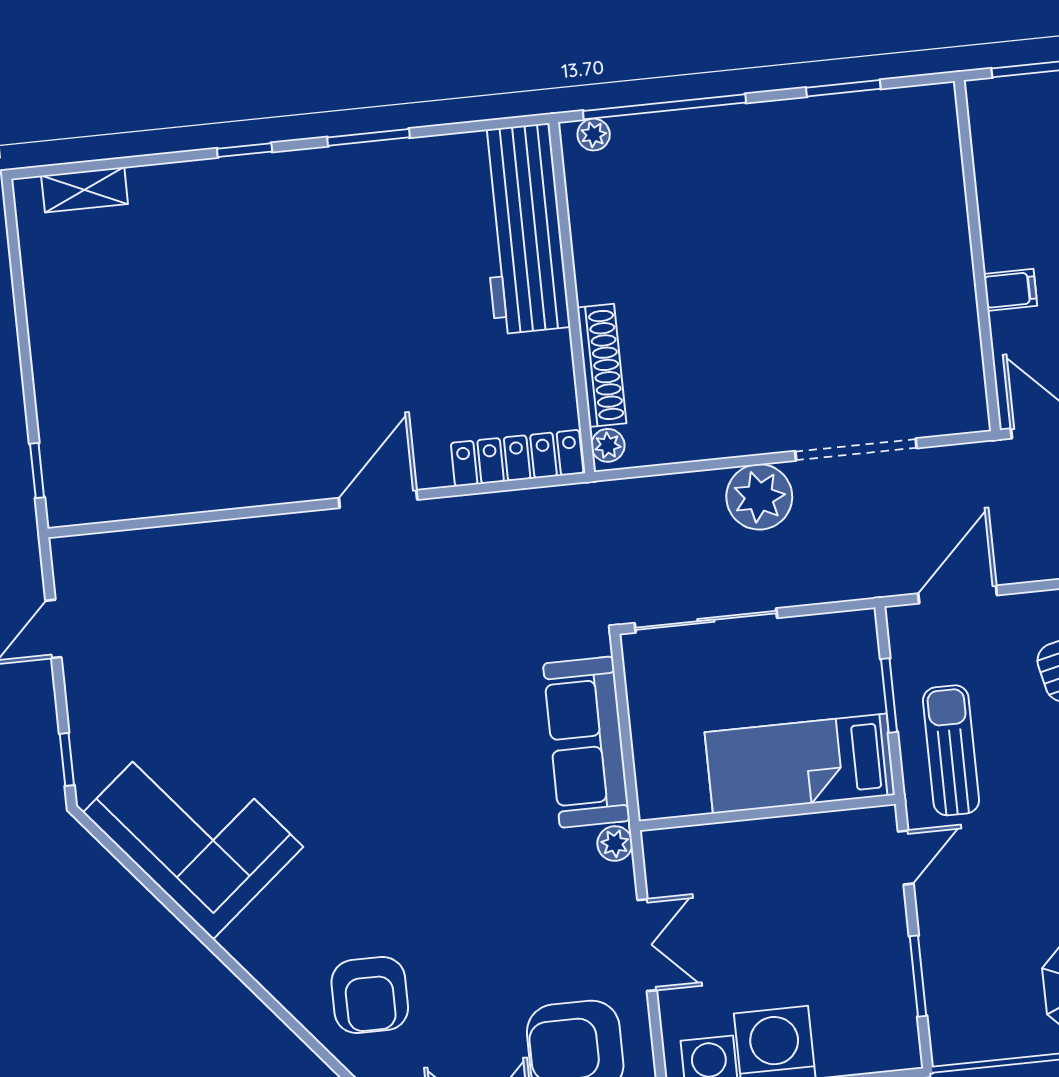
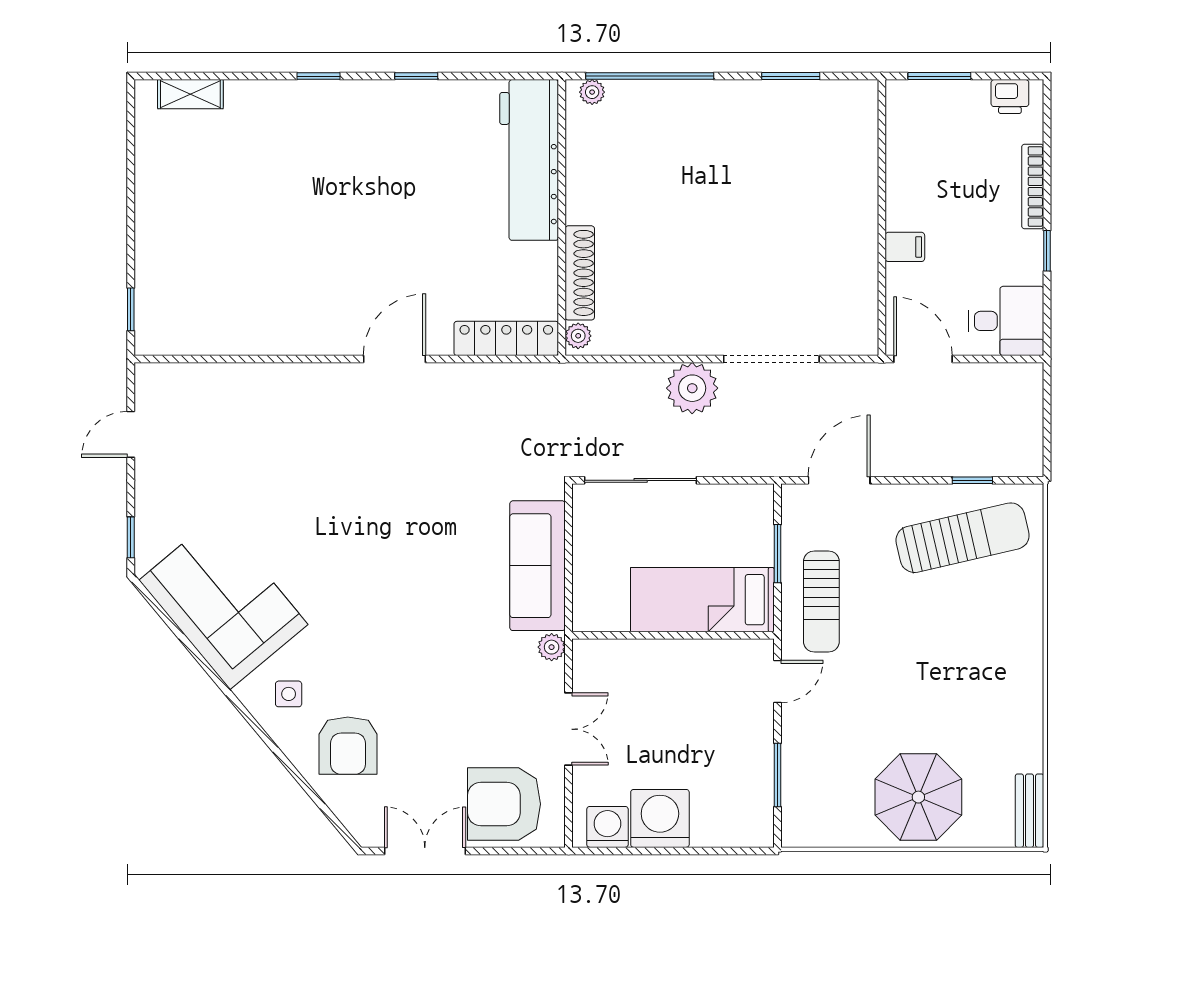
window: (369, 137) -> (416, 76), width x0.67
sun lounger: (951, 750) -> (821, 602), turned 180
side table: (288, 937) -> (289, 694), added

